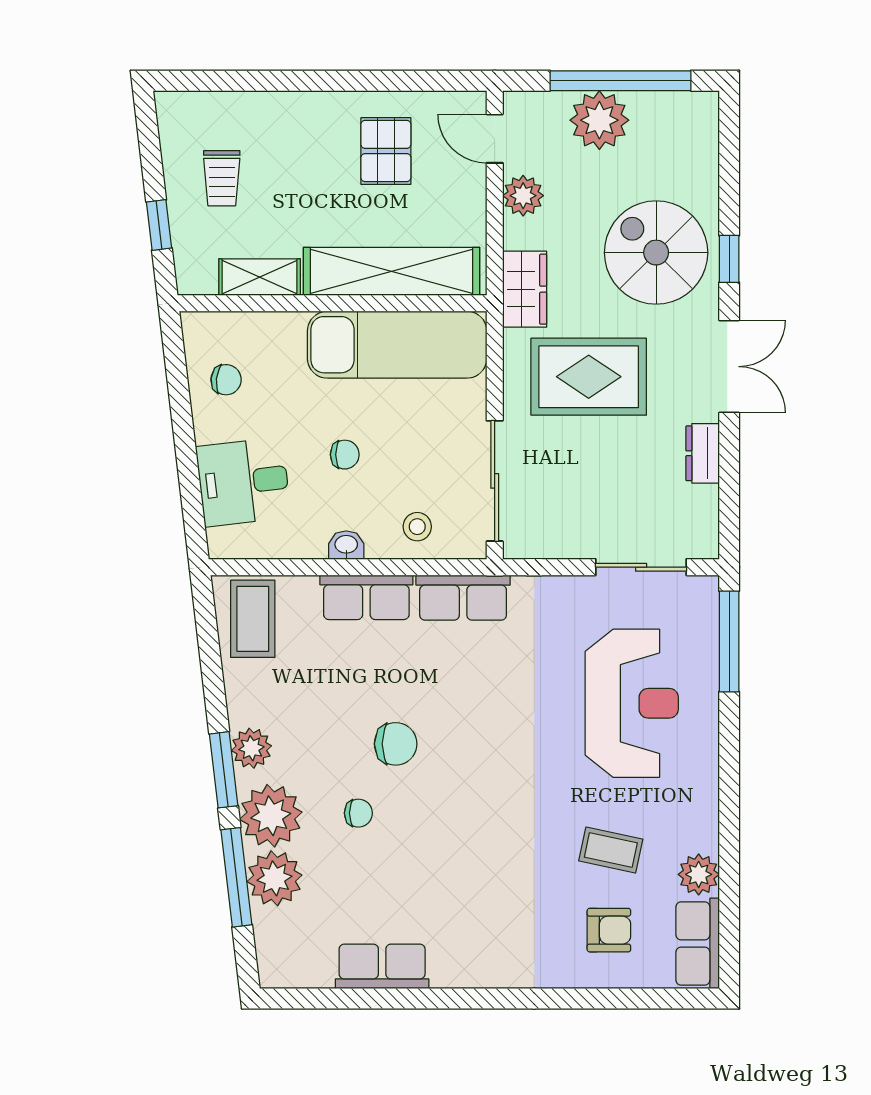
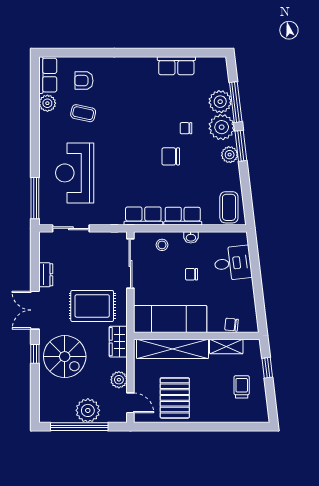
pallet: (386, 151) -> (175, 398), width x1.50, depth x1.42
chair: (226, 380) -> (232, 325), moved

